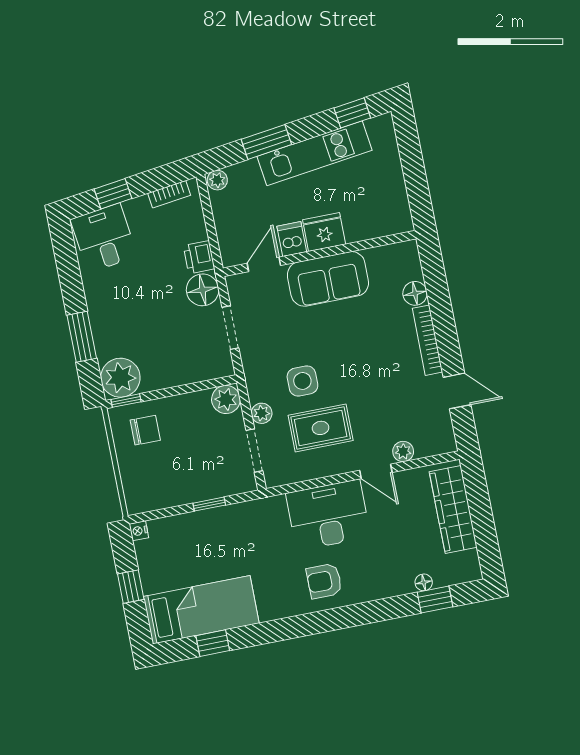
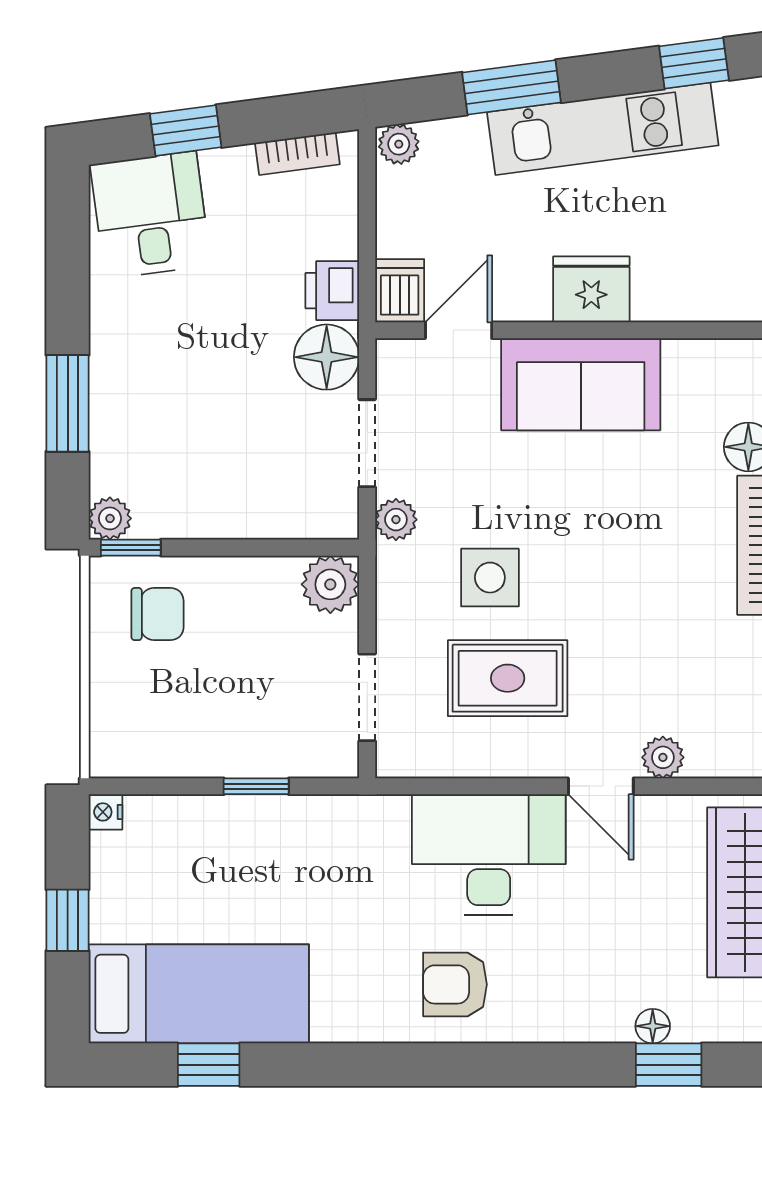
dishwasher: (292, 239) -> (400, 291), moved
plant: (120, 378) -> (110, 518), width x0.53, depth x0.53
plant: (262, 413) -> (396, 520), moved

